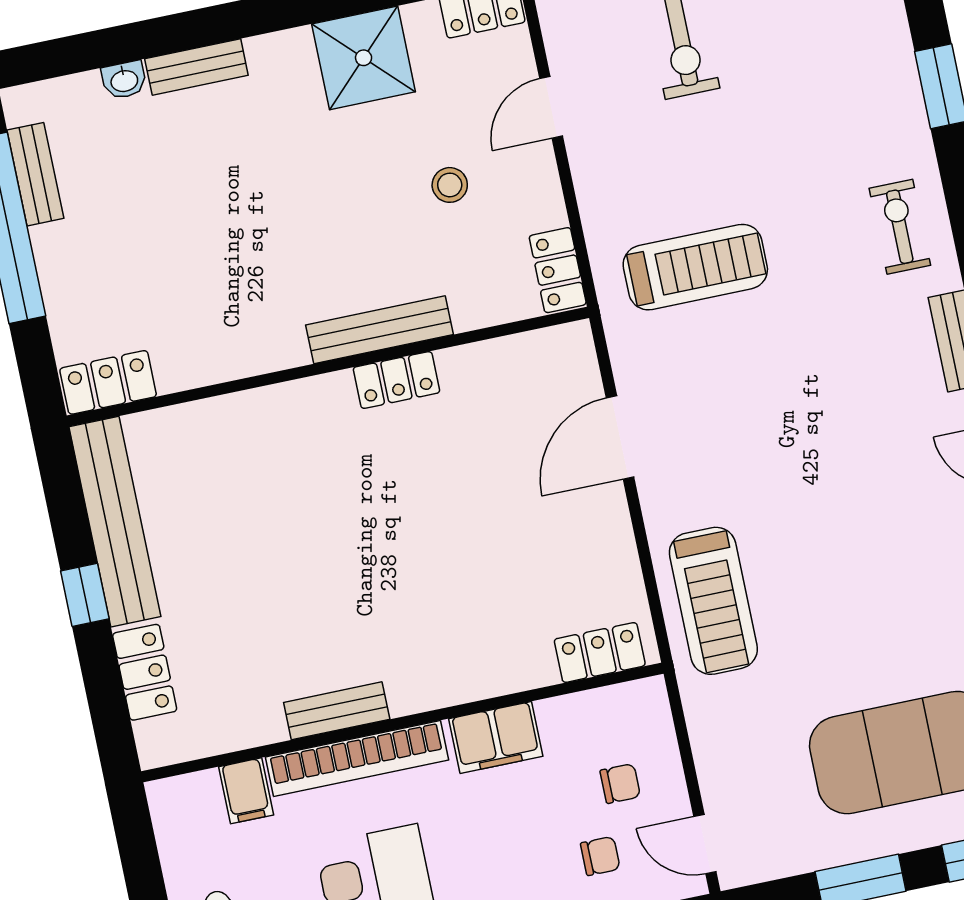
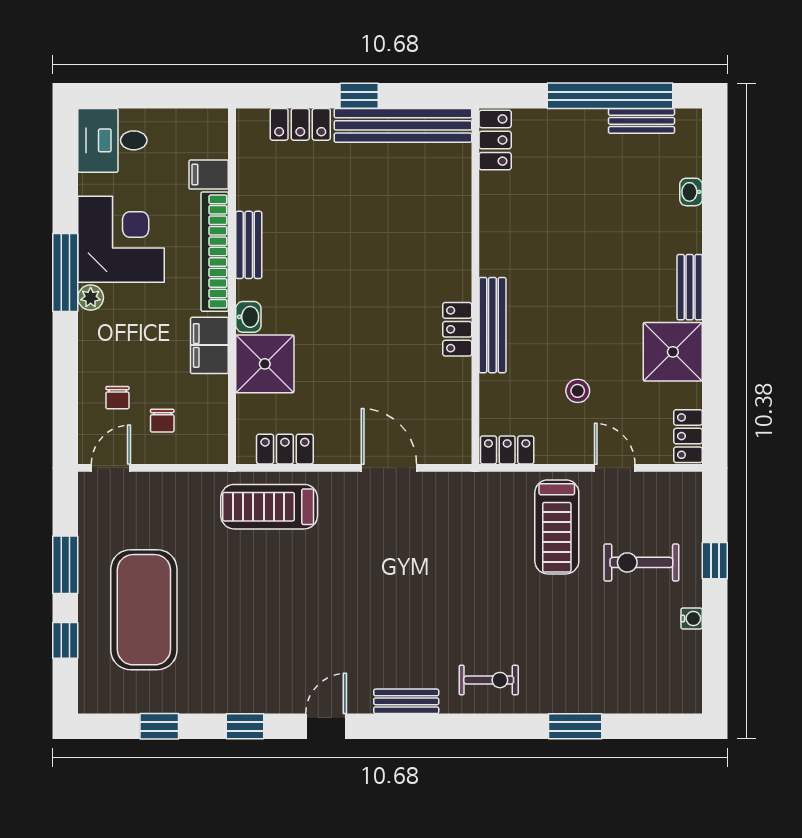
bench: (196, 67) -> (690, 287), moved
treadmill: (695, 267) -> (557, 527), moved
shower: (506, 651) -> (265, 364), added
locker: (600, 652) -> (285, 449), moved, turned -90
washbasin: (442, 689) -> (248, 317), added

